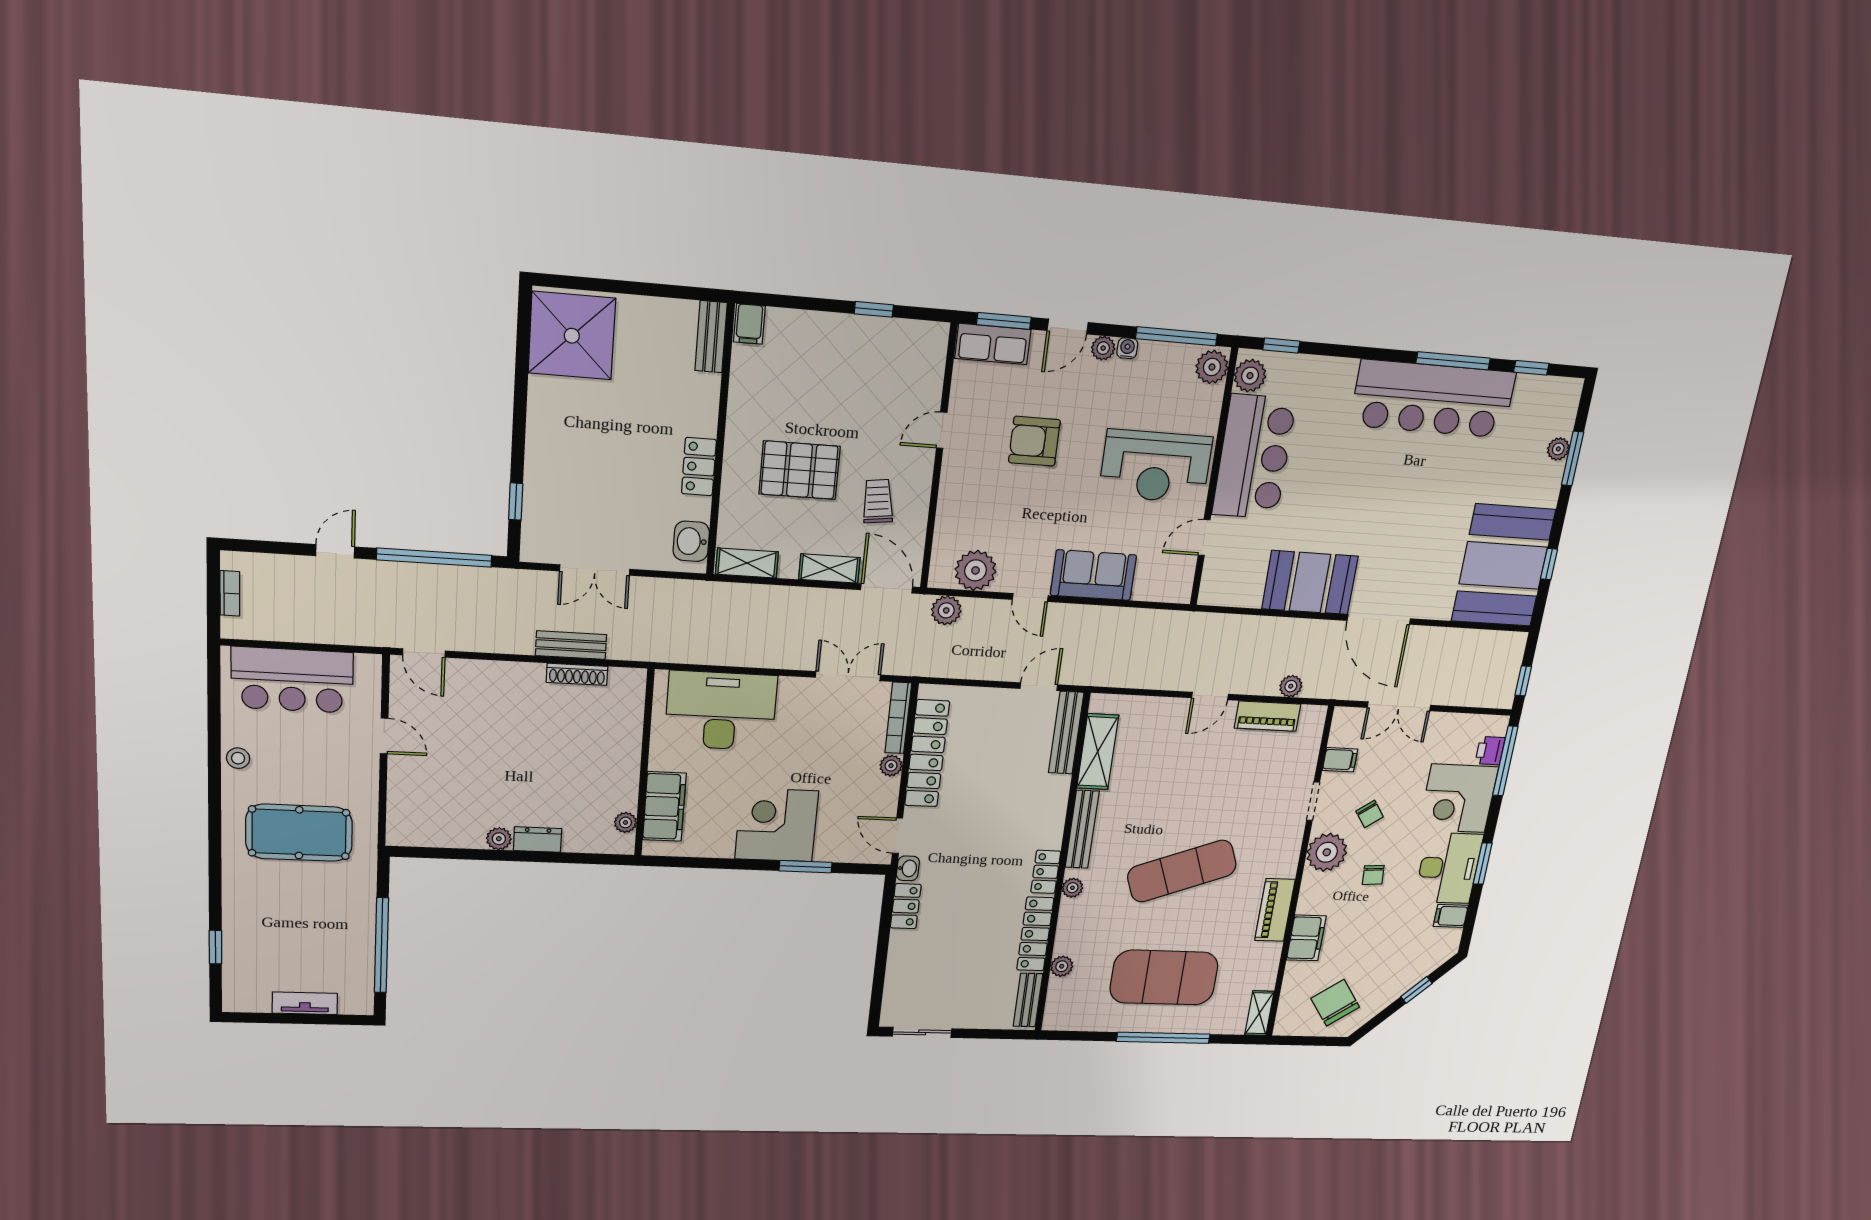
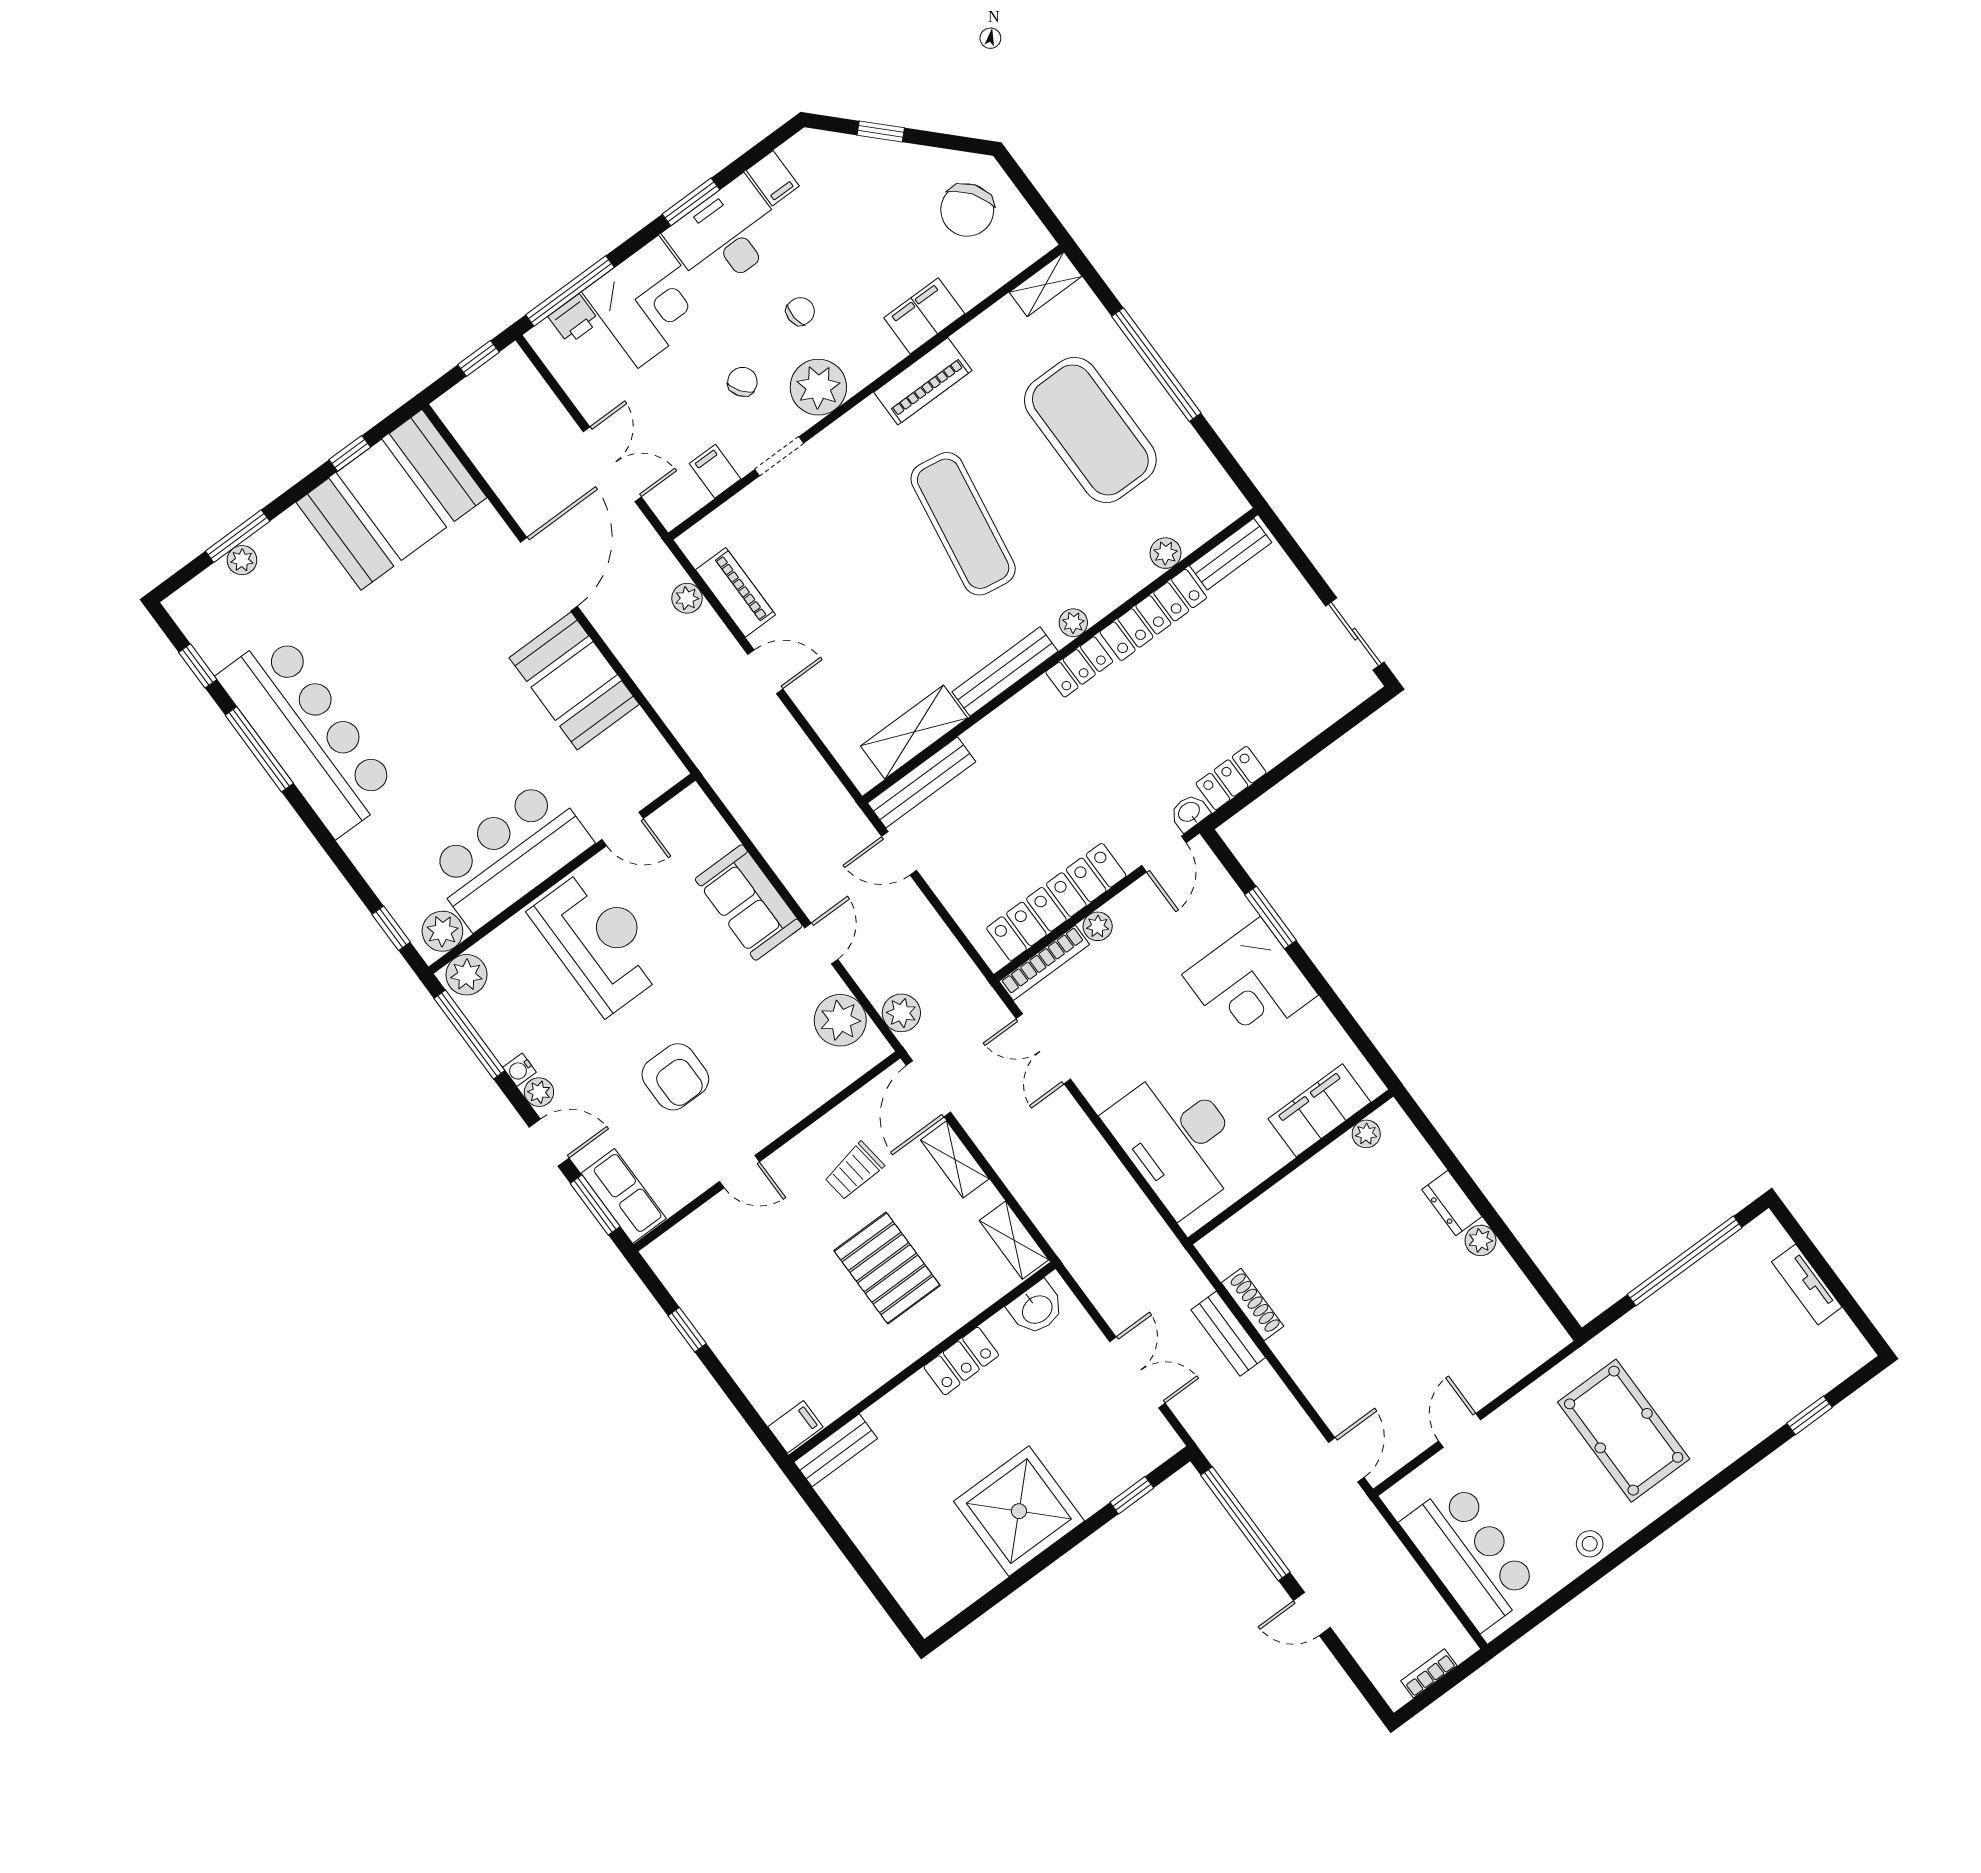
shower: (572, 336) -> (1019, 1511), moved
exercise mat: (1182, 871) -> (963, 524), turned 30

